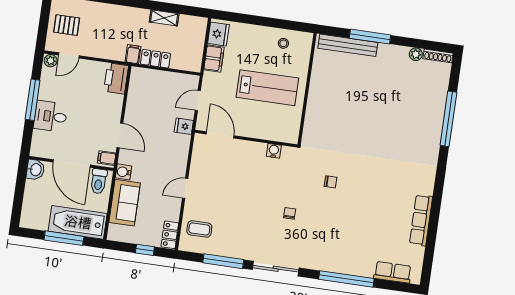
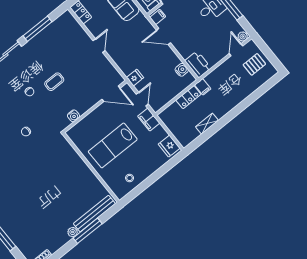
plant: (416, 54) -> (73, 232), moved
filing cabinet: (214, 58) -> (149, 120), moved
water cooler: (123, 172) -> (182, 70), moved
coffee table: (199, 229) -> (54, 82), moved

